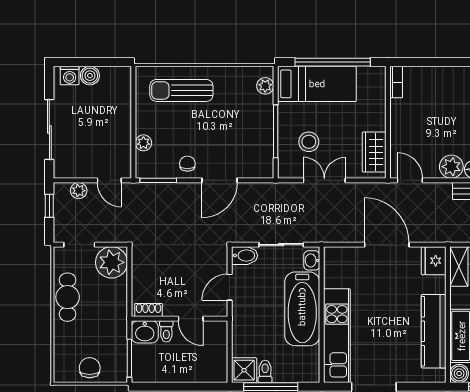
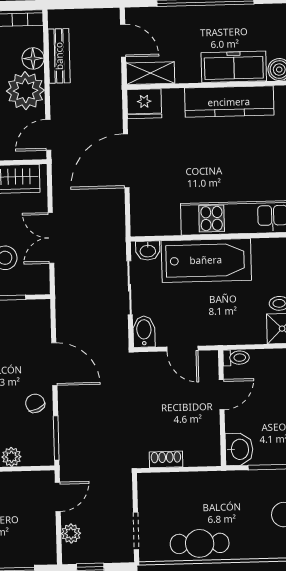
chair: (187, 164) -> (35, 403), turned 65
plant: (451, 167) -> (25, 91), width x1.36, depth x1.36
plant: (112, 262) -> (156, 492), removed
shoe rack: (149, 310) -> (166, 459), moved, turned 90
toilet: (166, 331) -> (236, 358), moved

